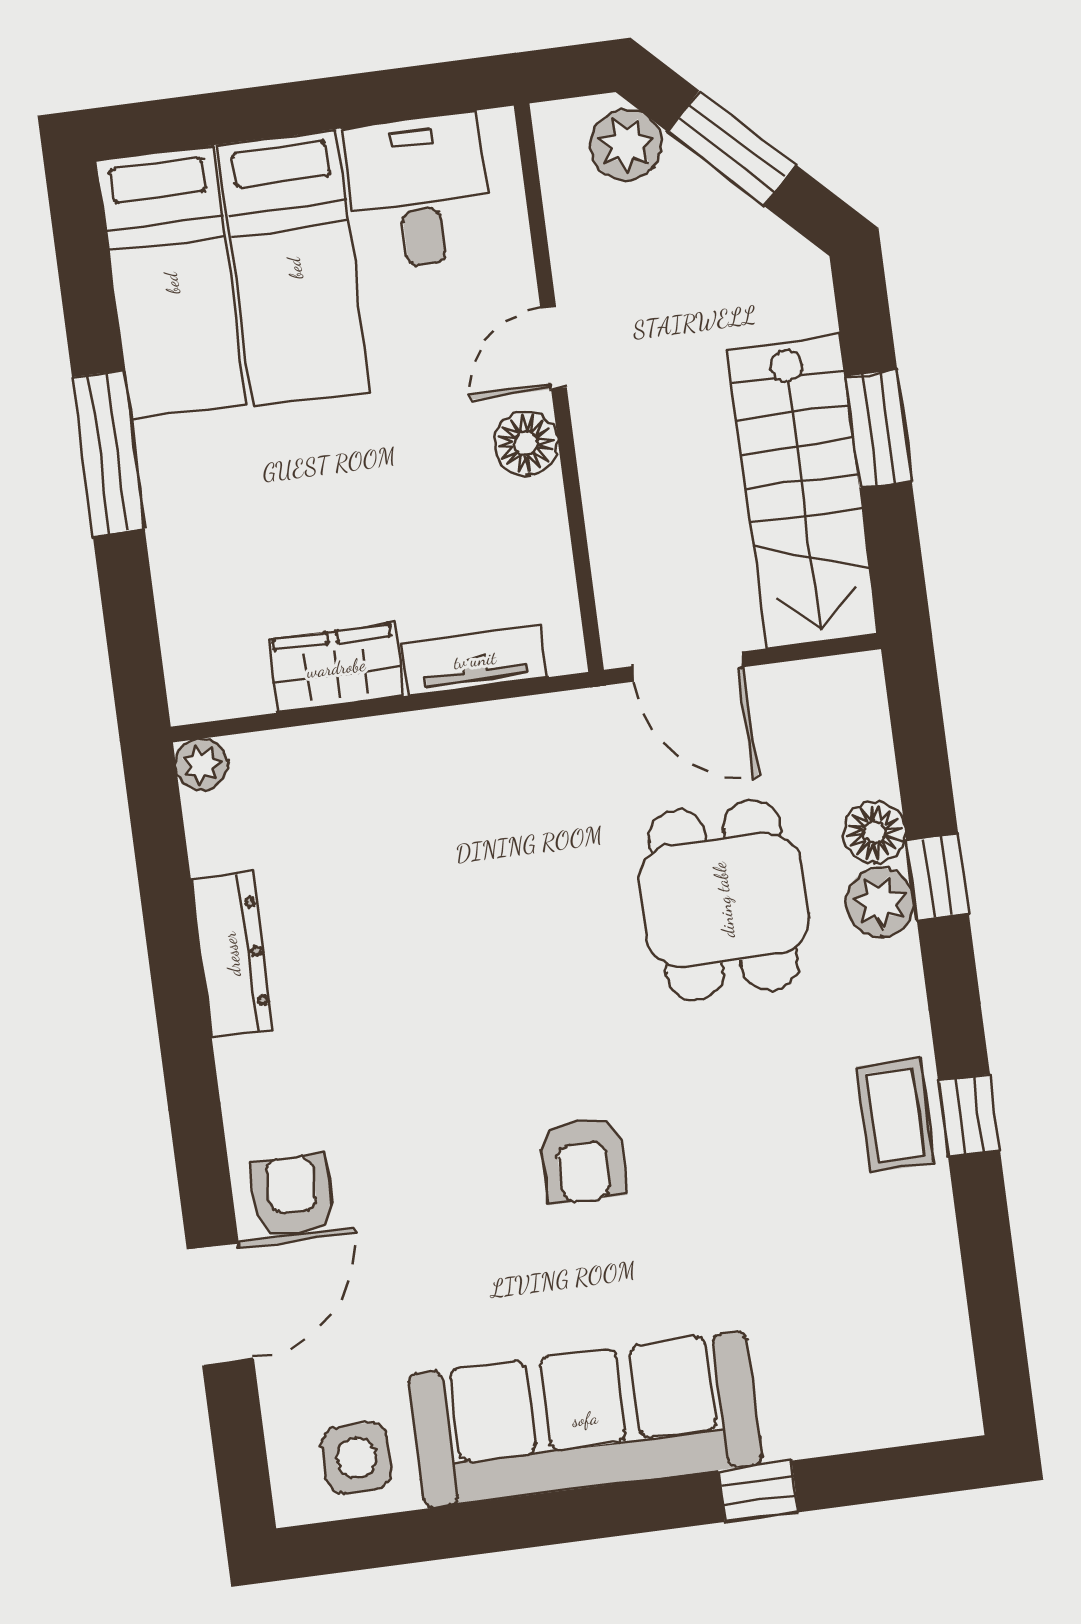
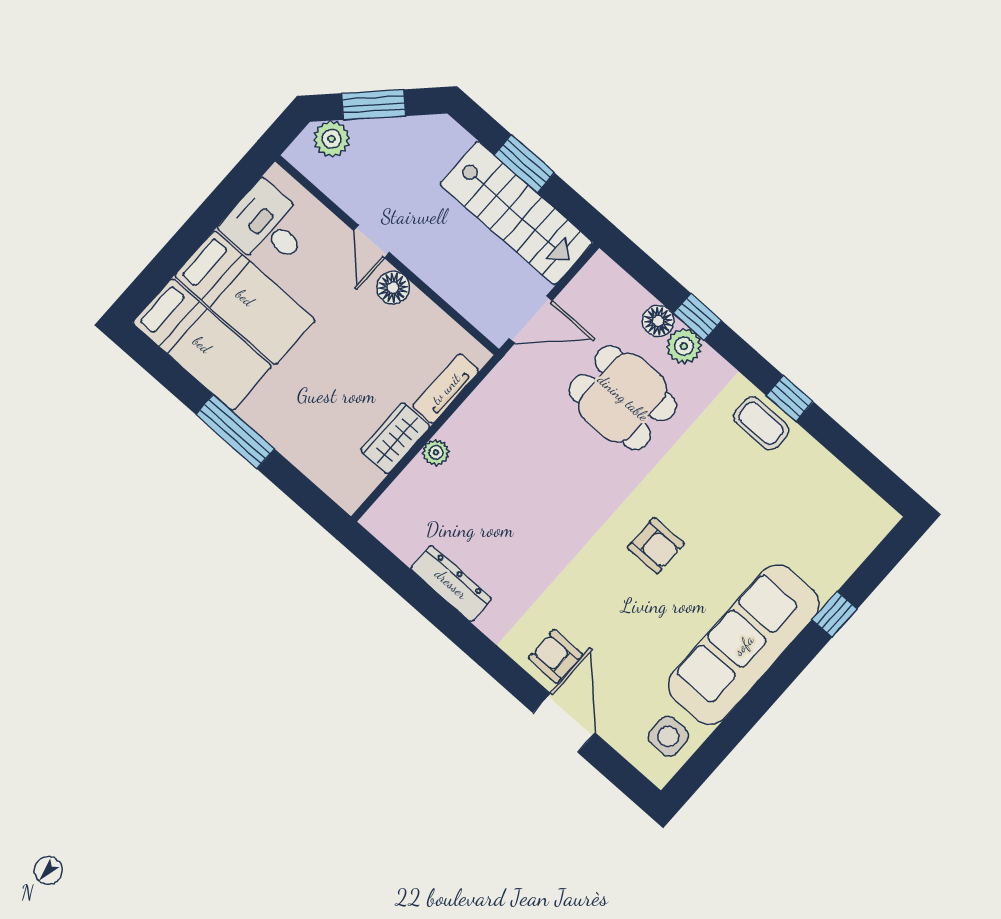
plant: (202, 764) -> (436, 452), moved

